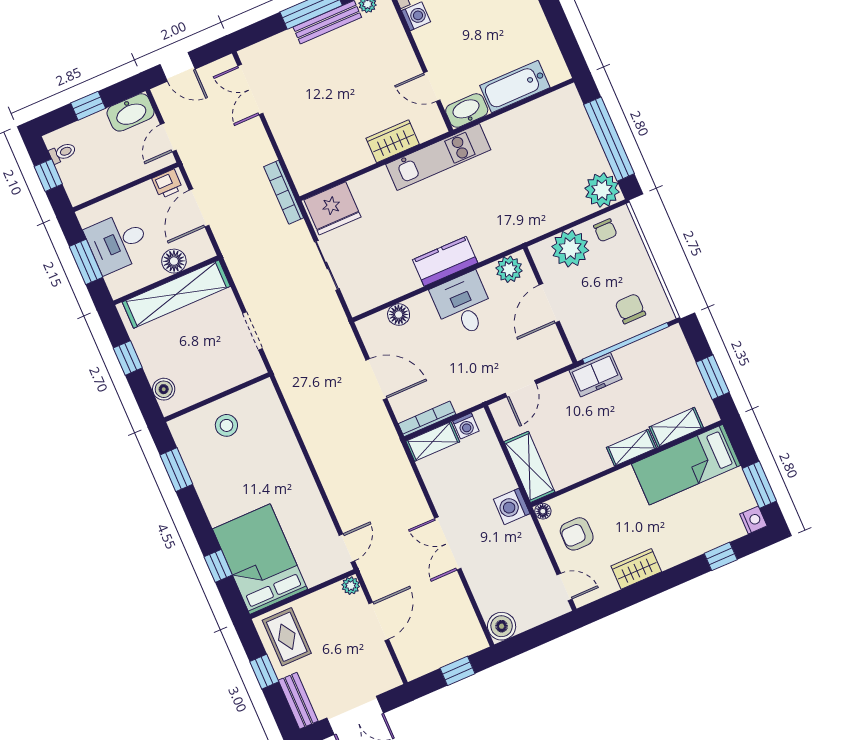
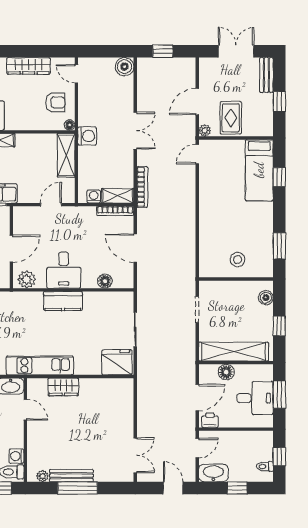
bookcase: (284, 192) -> (142, 187), moved
bed: (260, 559) -> (259, 170), width x0.67
wardrobe: (636, 569) -> (29, 66), width x1.50
rug: (287, 637) -> (231, 118), moved

